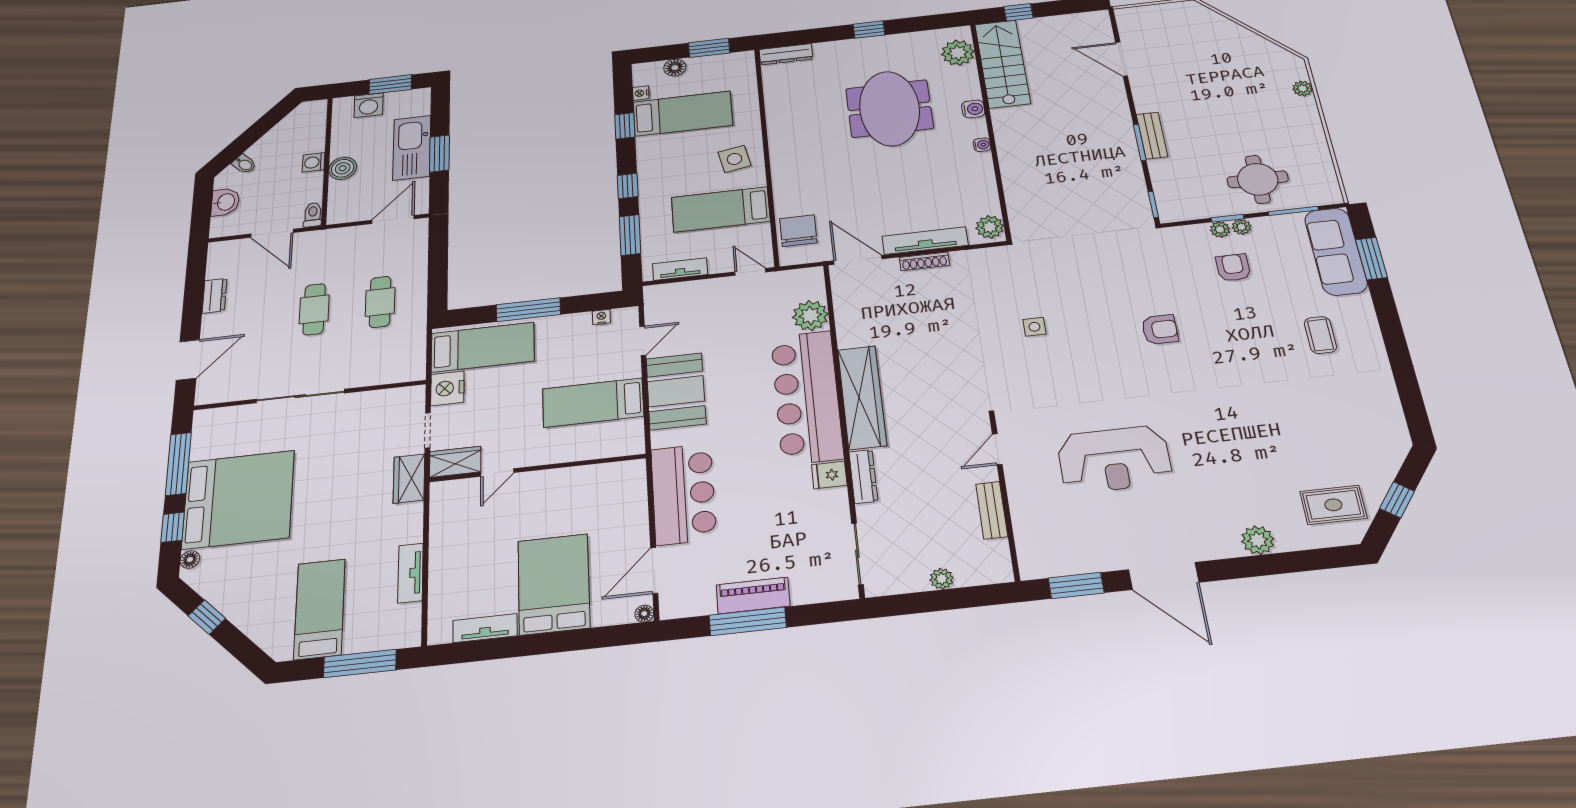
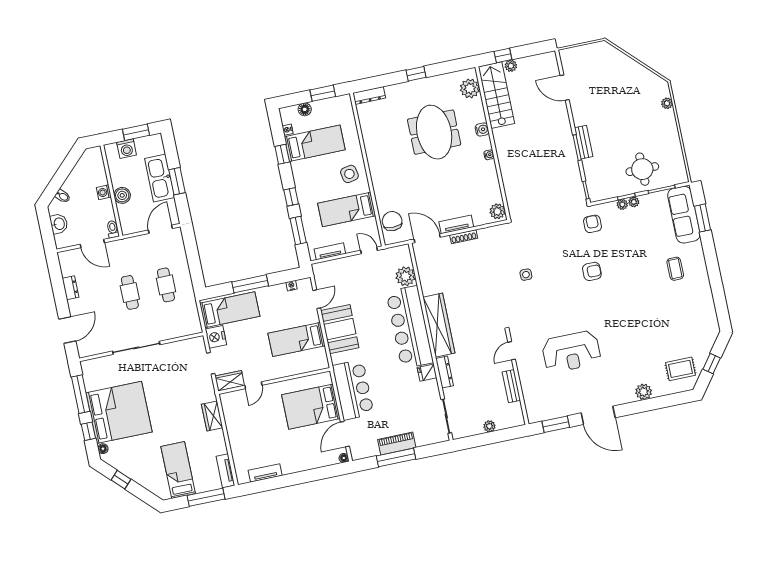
plant: (1031, 26) -> (511, 66), added
tv unit: (925, 241) -> (456, 224), width x0.71
armchair: (1233, 268) -> (593, 224), moved
wardrobe: (409, 479) -> (212, 416), moved
tv unit: (410, 573) -> (225, 471), moved
bed: (554, 584) -> (311, 407), moved, turned -90

